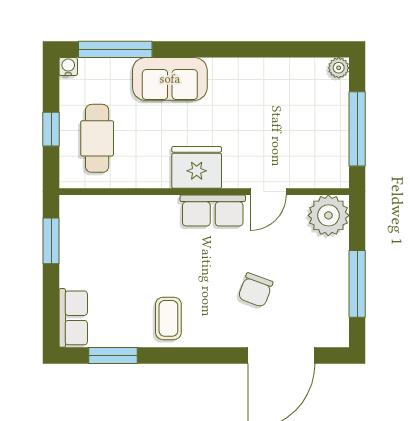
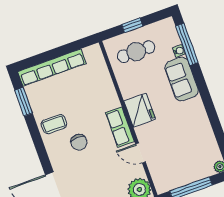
water cooler: (68, 67) -> (179, 51), moved
window: (51, 241) -> (73, 47), removed
chair: (255, 290) -> (79, 142), moved, turned -110
row of seats: (73, 318) -> (52, 68), width x2.02

